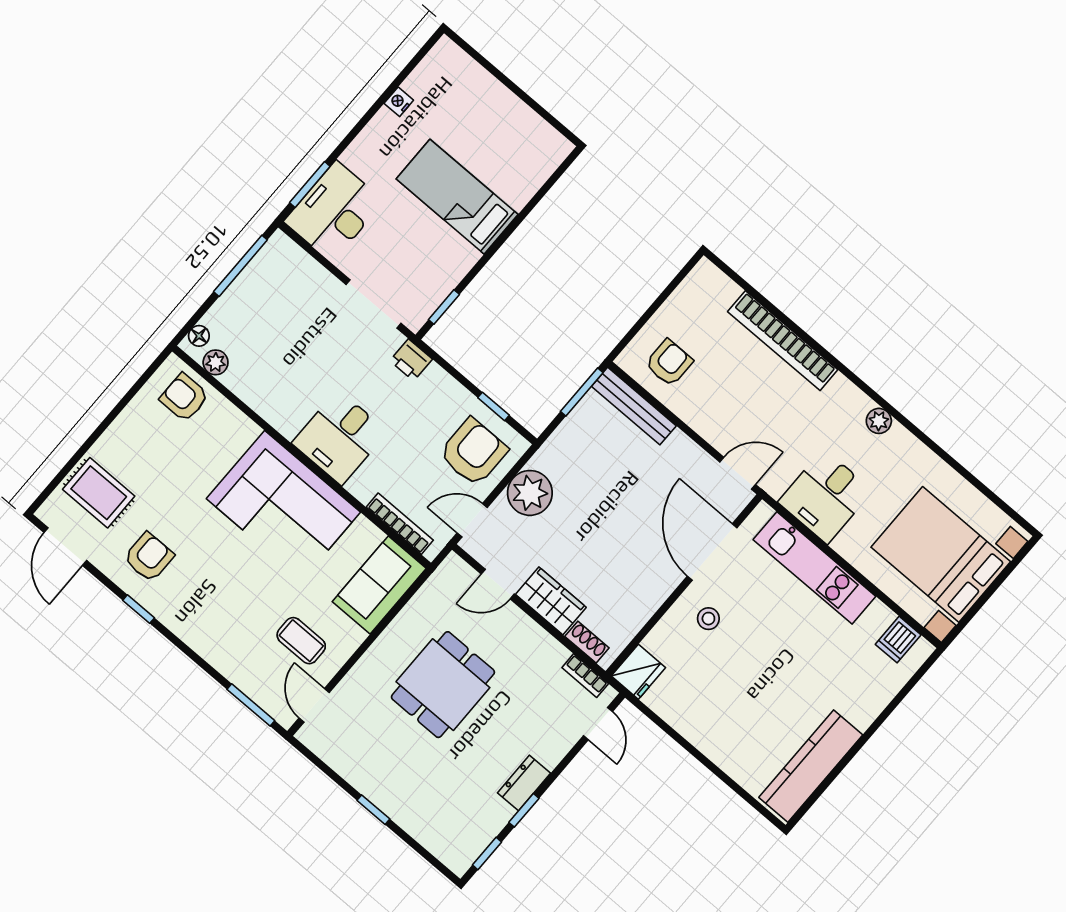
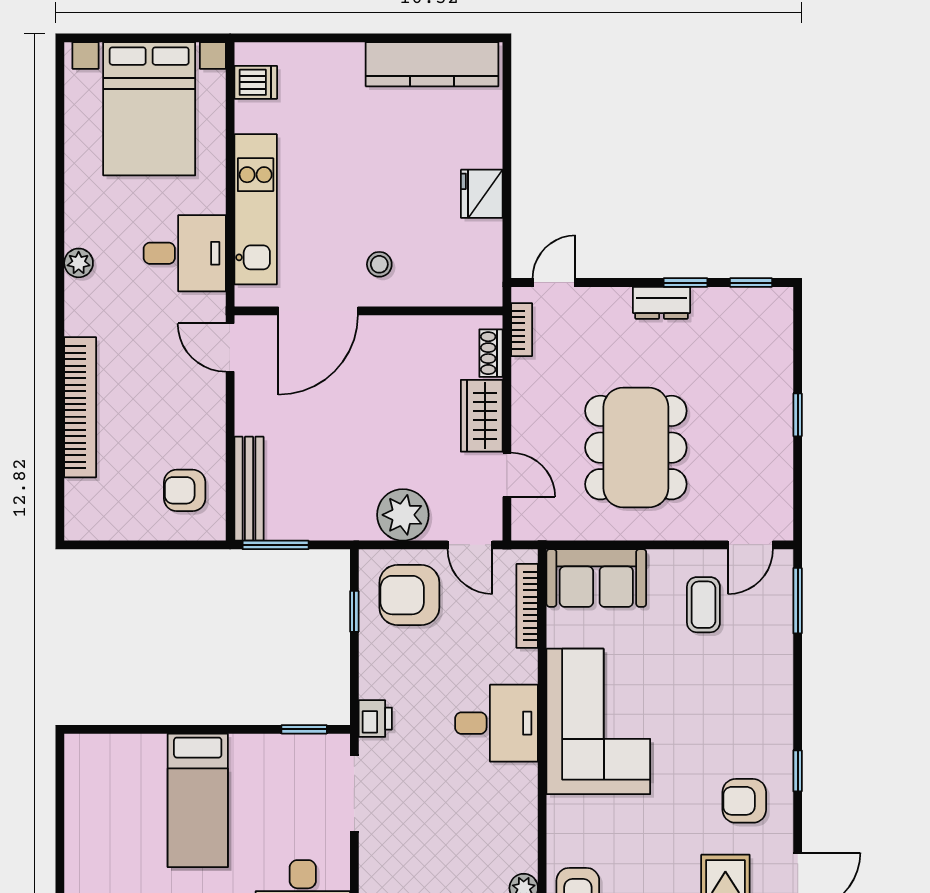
fridge: (638, 672) -> (482, 194), moved, turned -90
dining table: (443, 685) -> (636, 448), width x1.38

